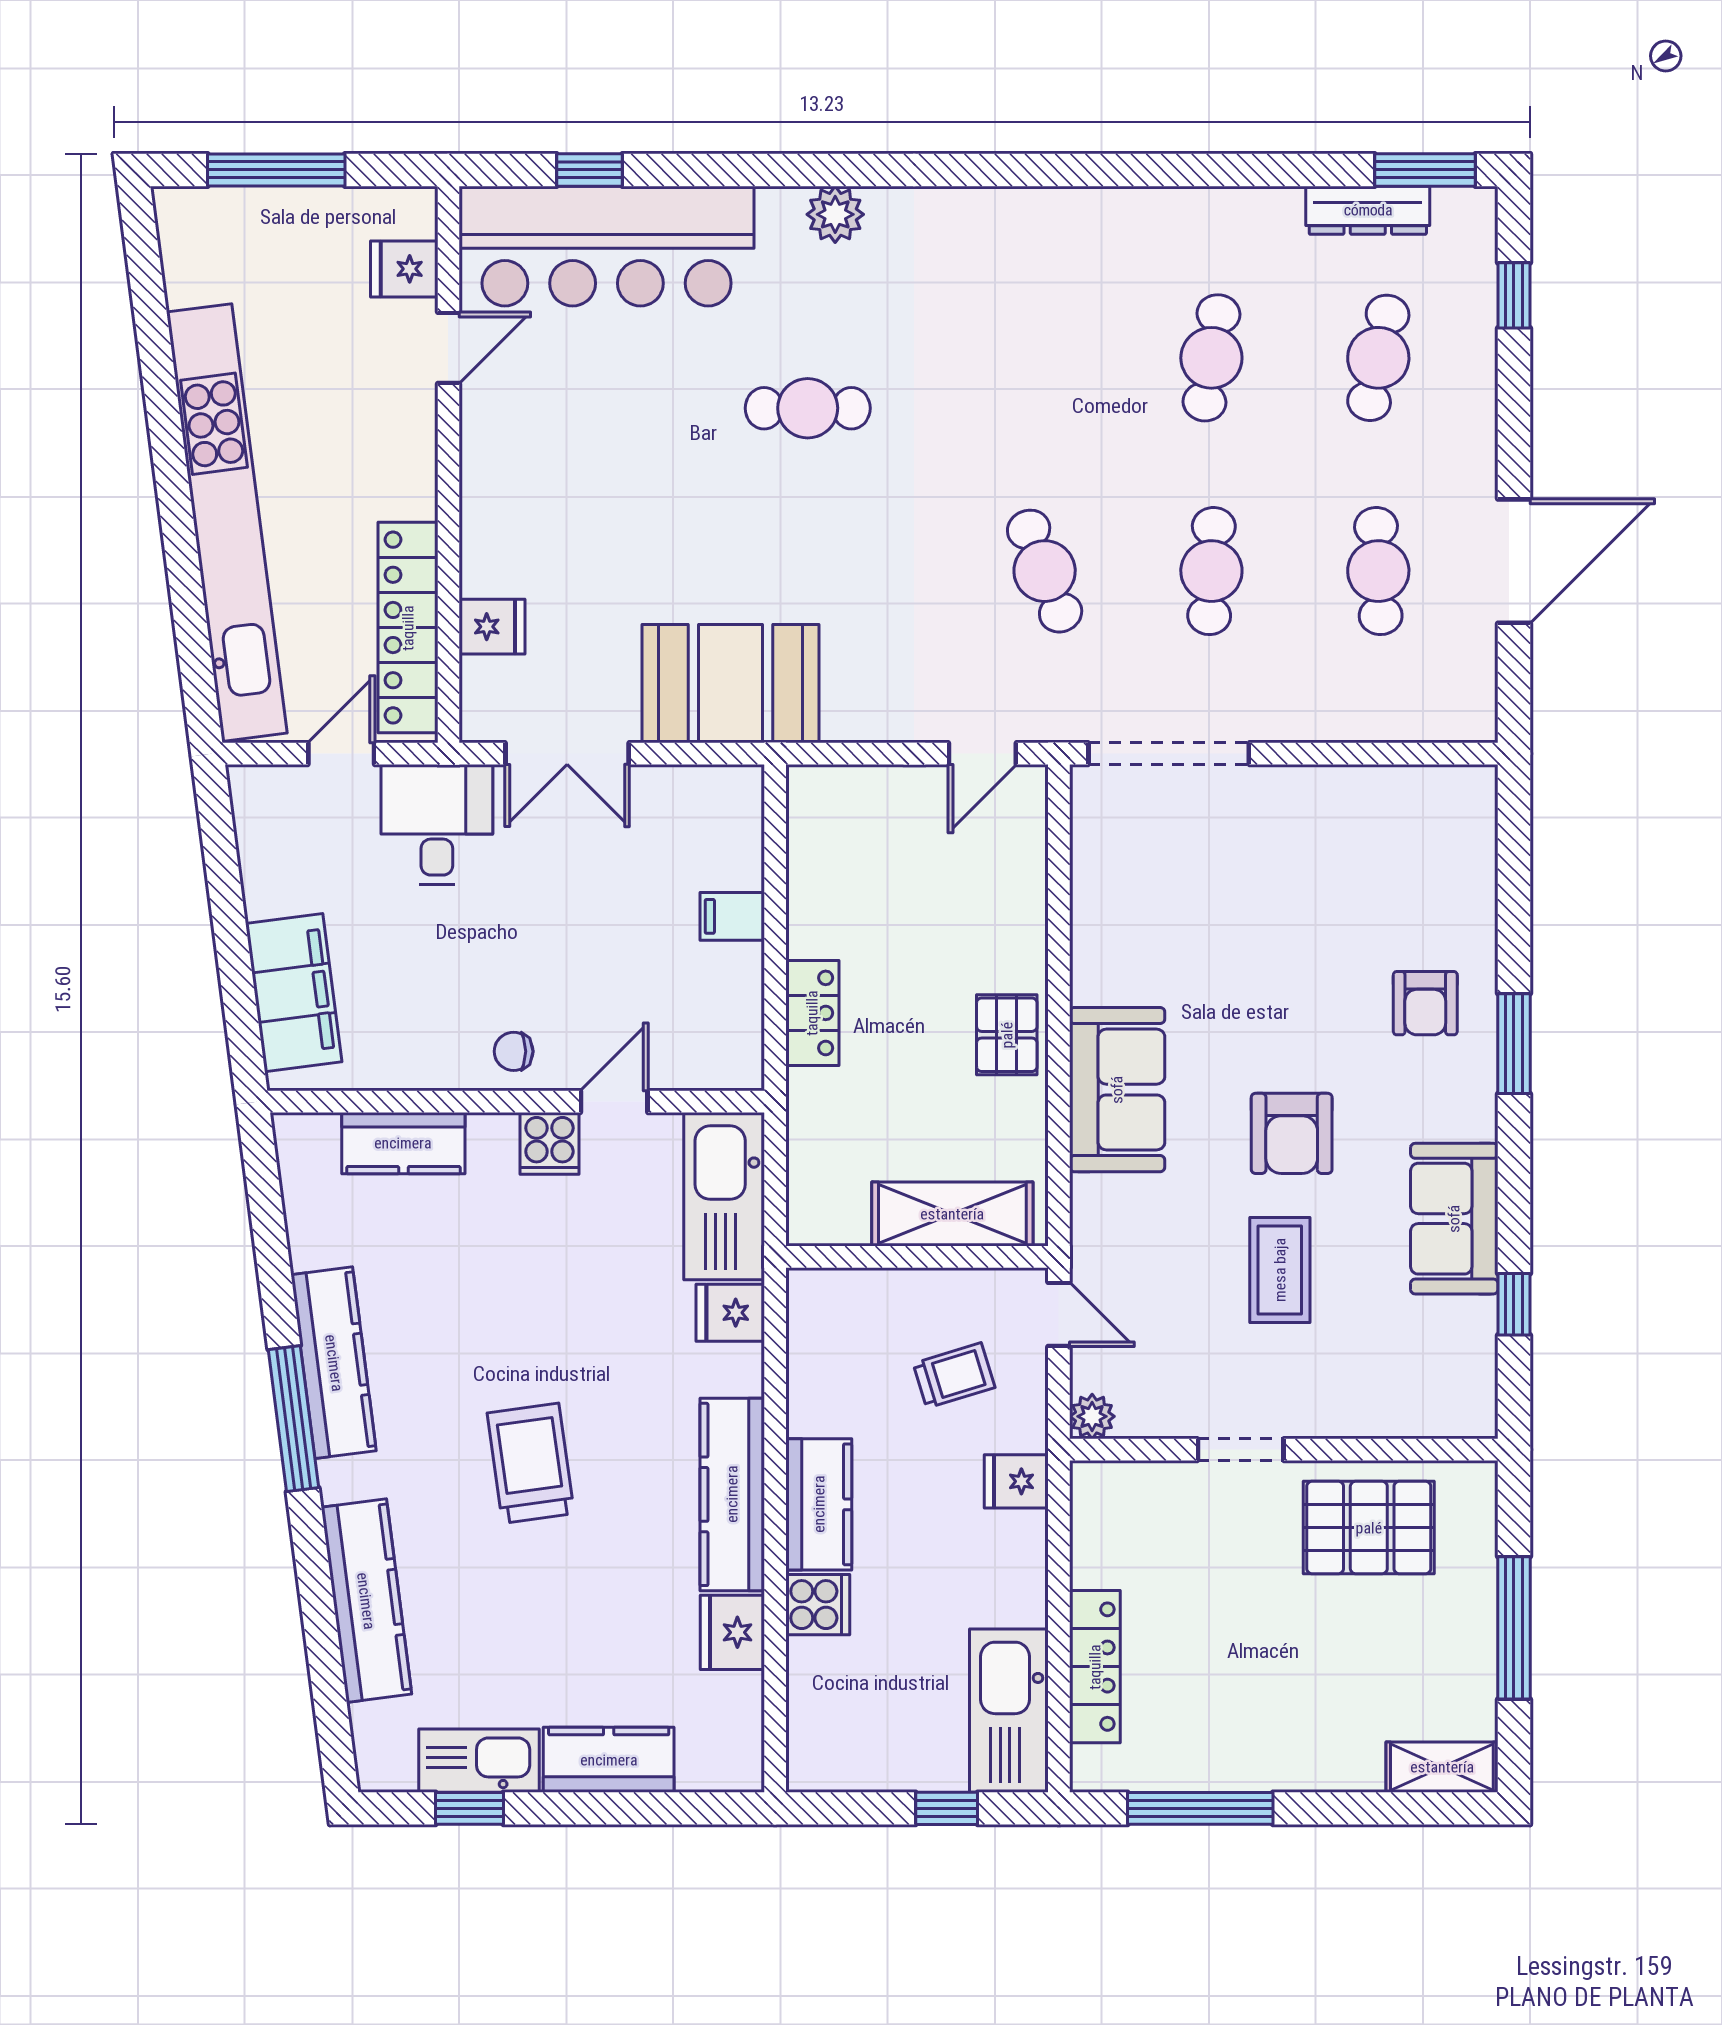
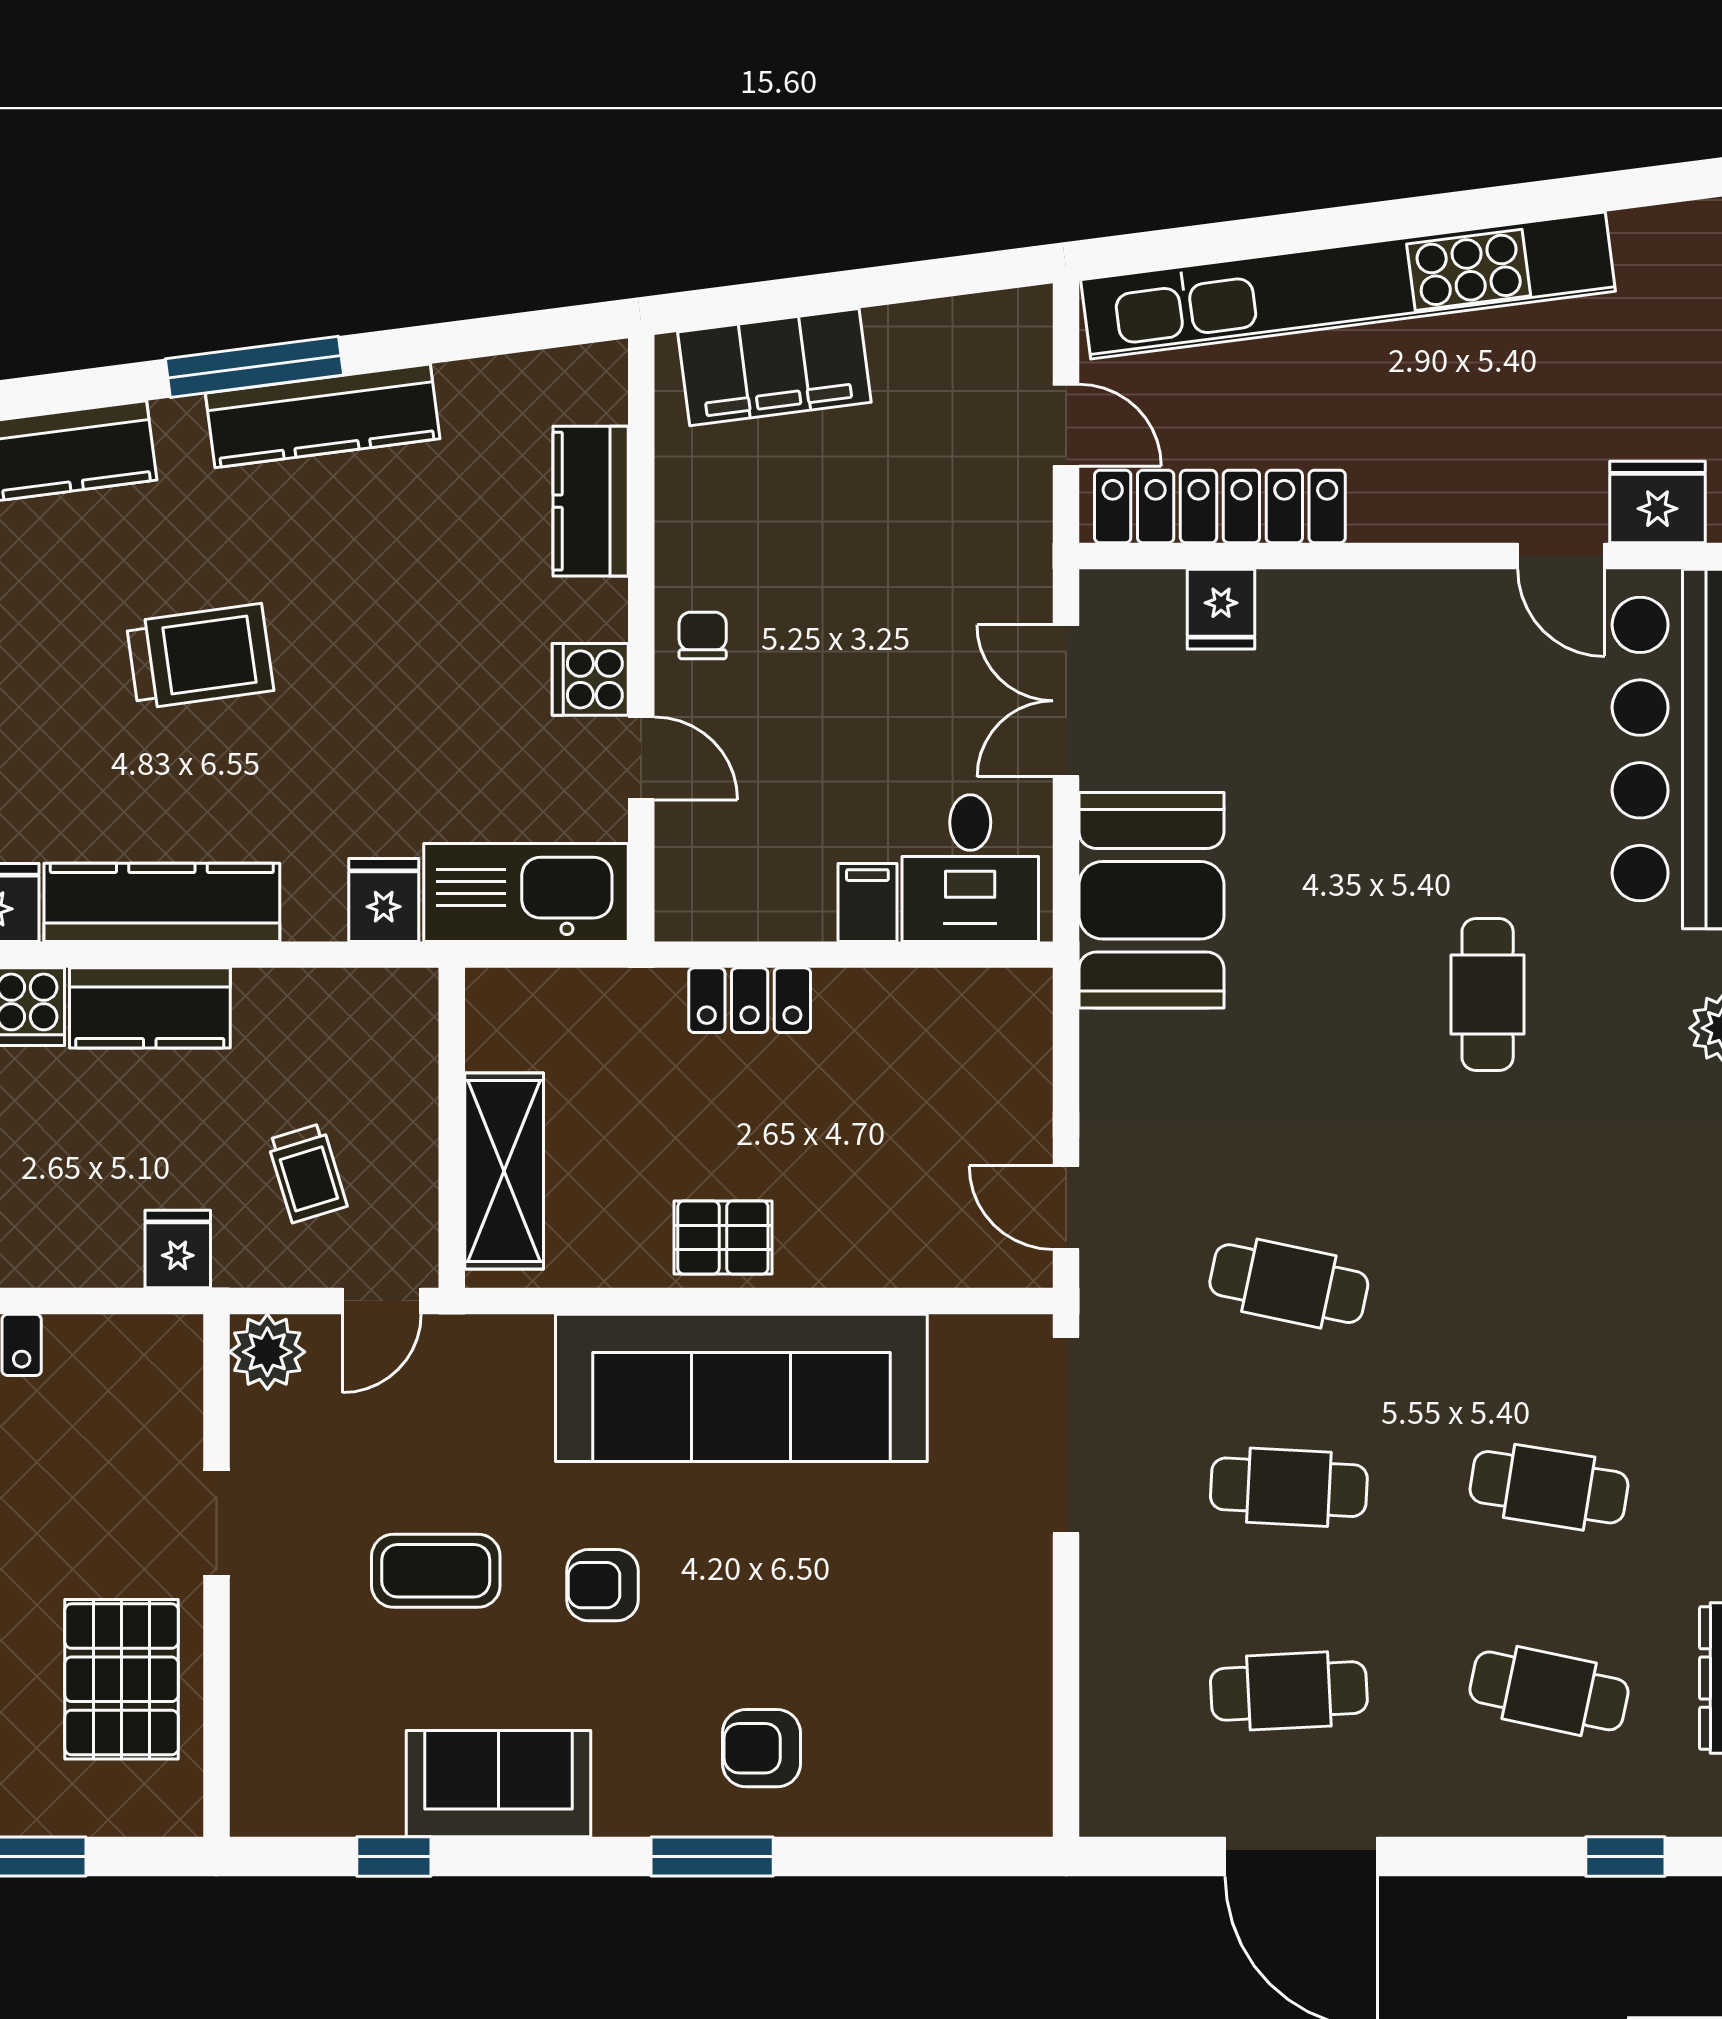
fridge: (404, 269) -> (1658, 502), width x1.38
cafe table: (1045, 571) -> (1289, 1284), turned 33
desk: (437, 825) -> (970, 868), moved, turned 90
sofa: (1117, 1090) -> (741, 1388), width x1.85, depth x1.27
armchair: (1292, 1133) -> (603, 1585), width x0.72, depth x0.72
plant: (1092, 1416) -> (267, 1352), width x1.38, depth x1.38

